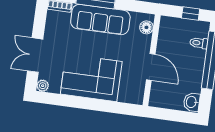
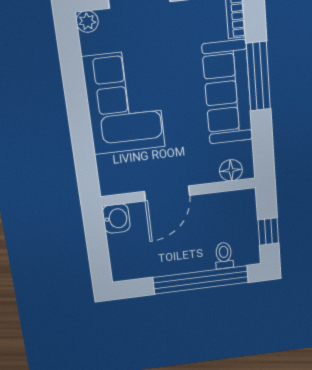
washbasin: (192, 102) -> (116, 219), moved, turned 90

